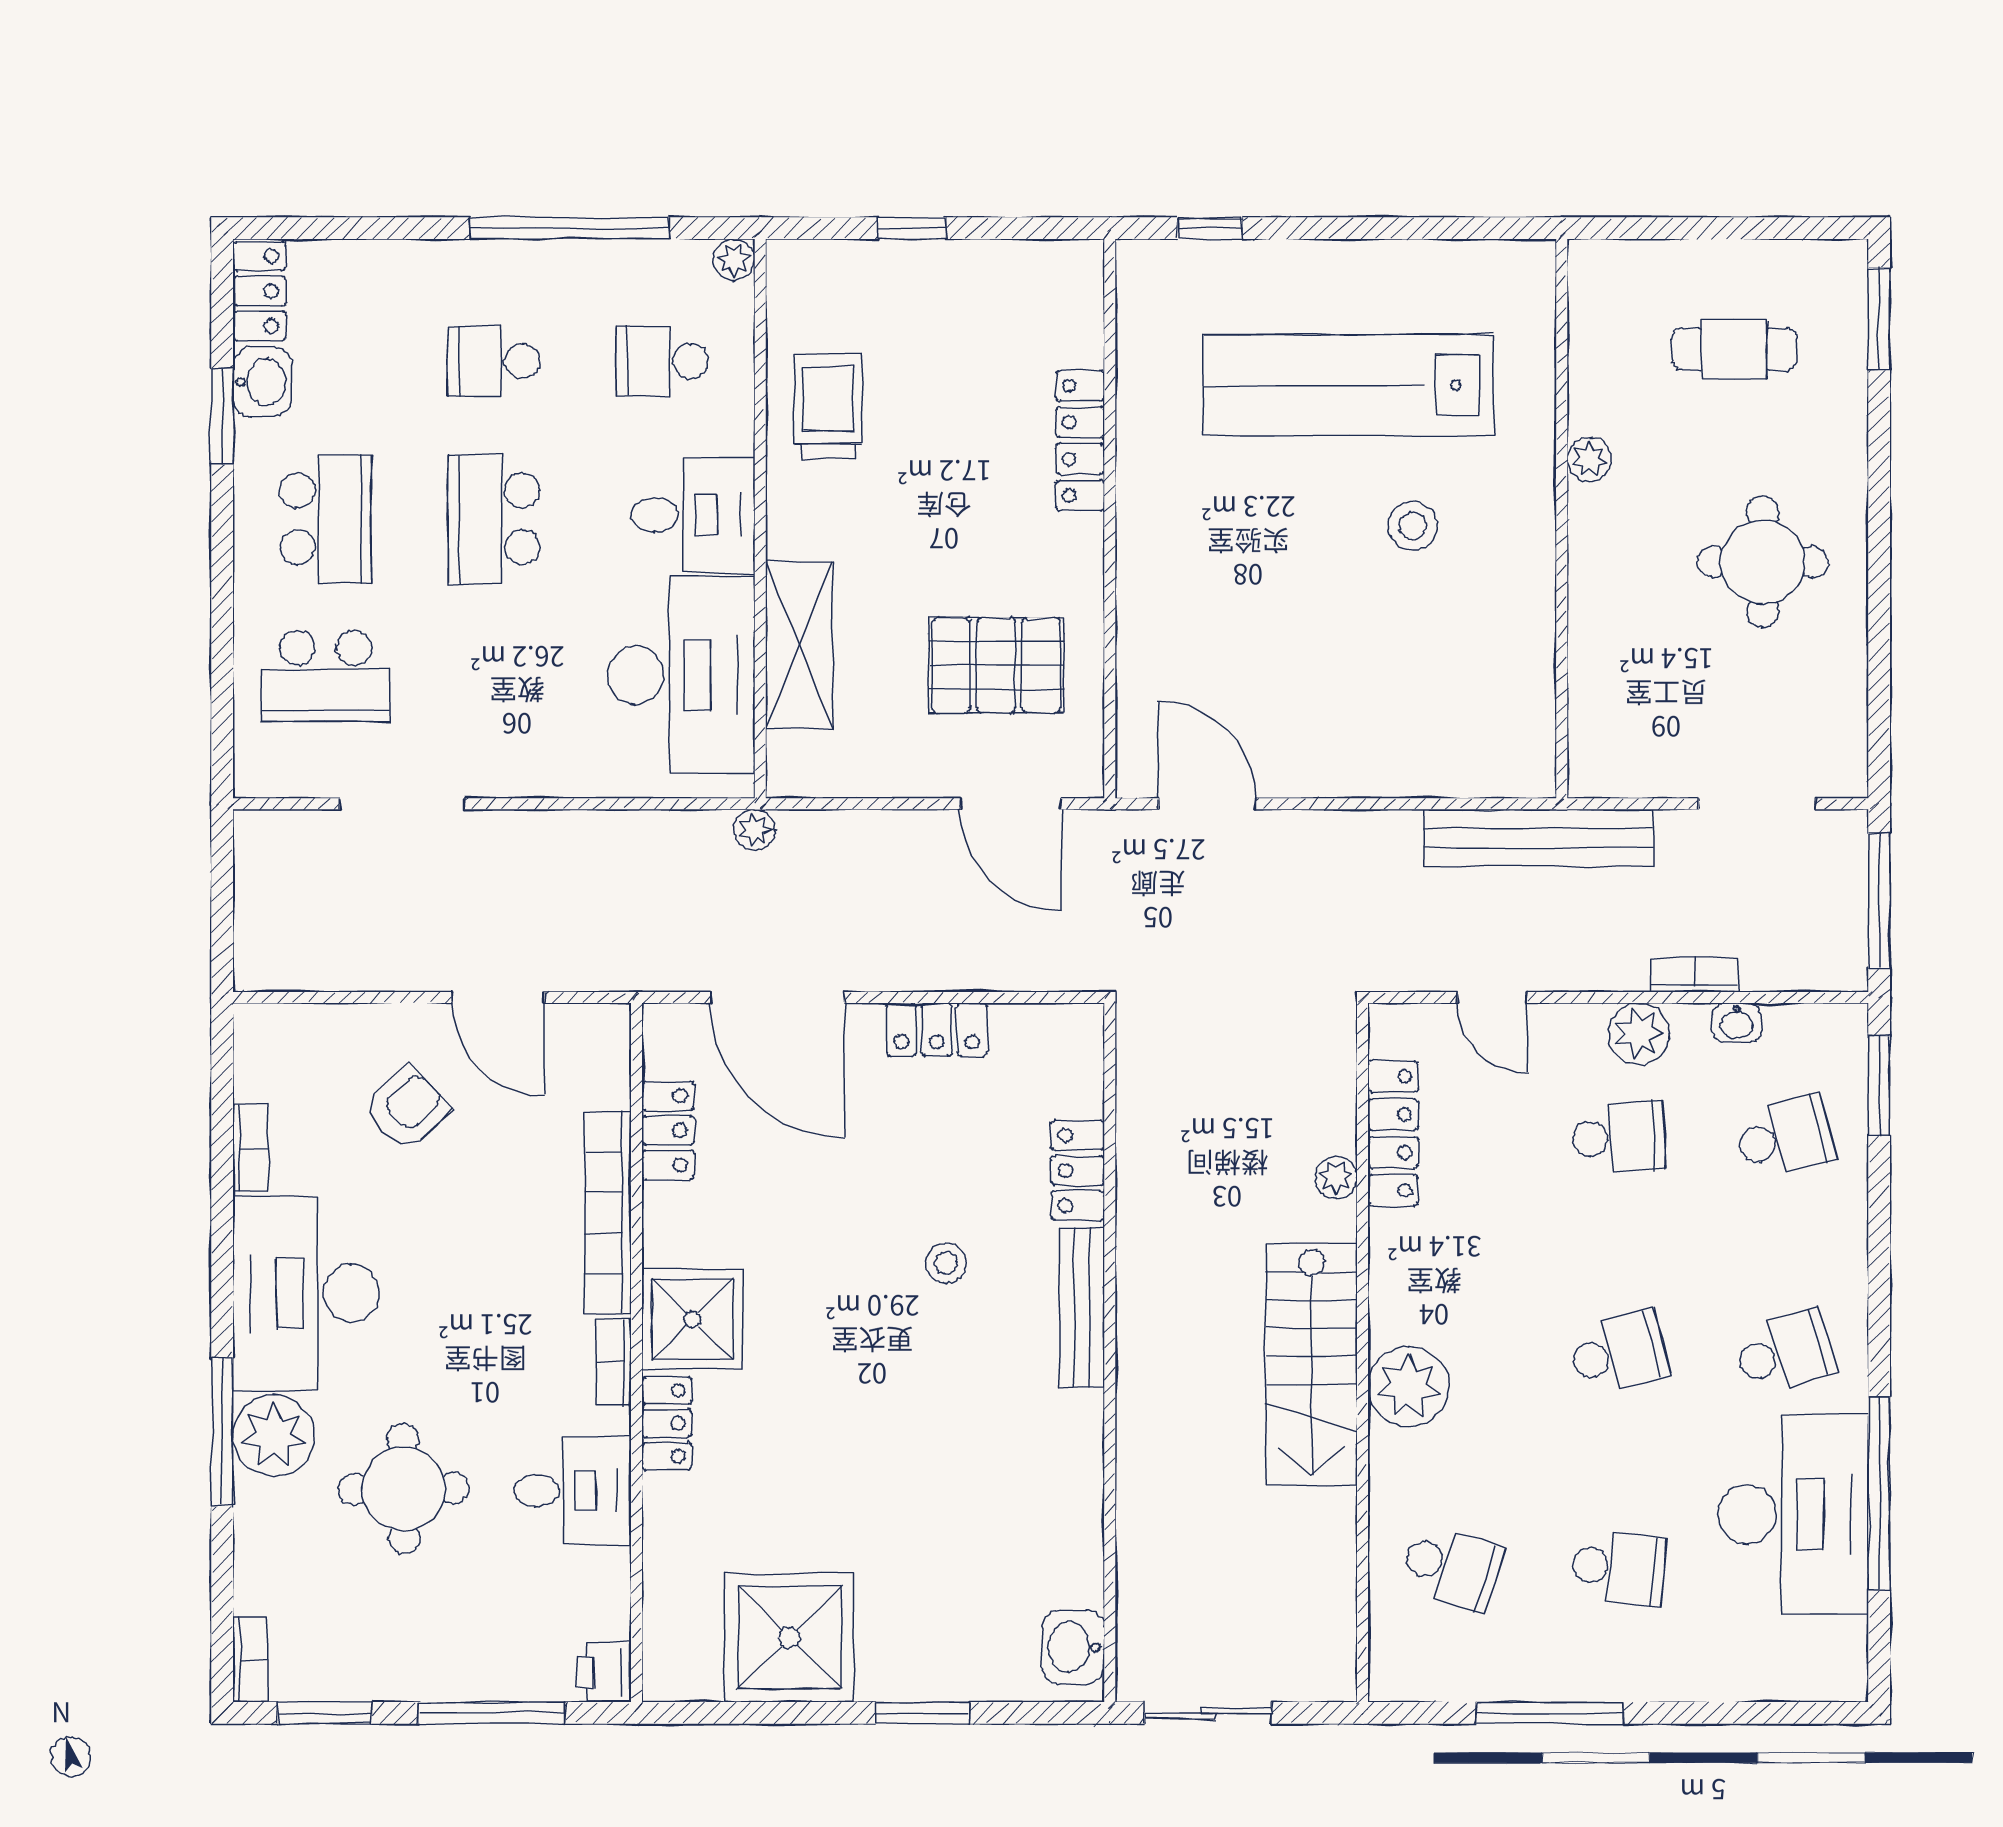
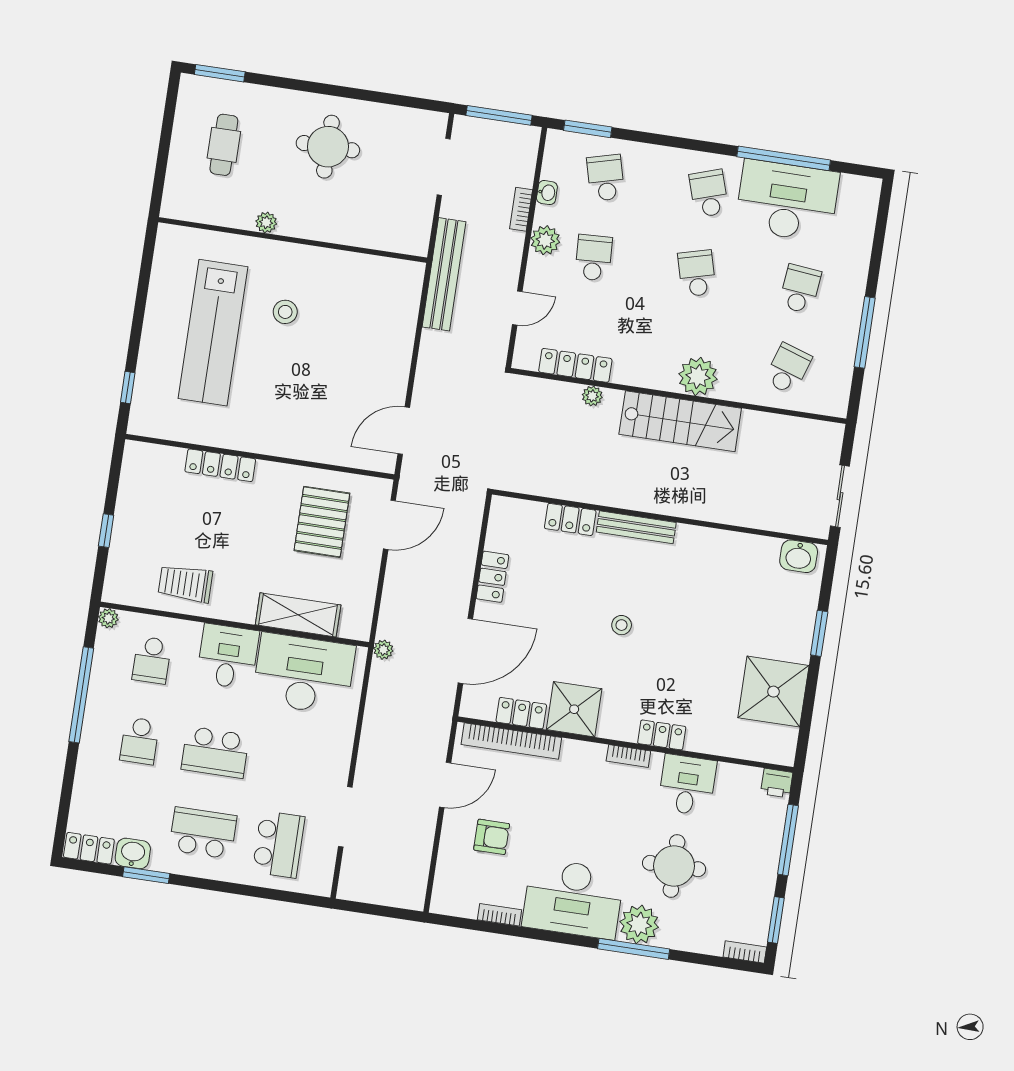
armchair: (407, 1108) -> (492, 837), turned 134
bookcase: (608, 1213) -> (511, 741), moved
stool: (946, 1263) -> (622, 625), moved
shower: (692, 1319) -> (574, 709), moved

